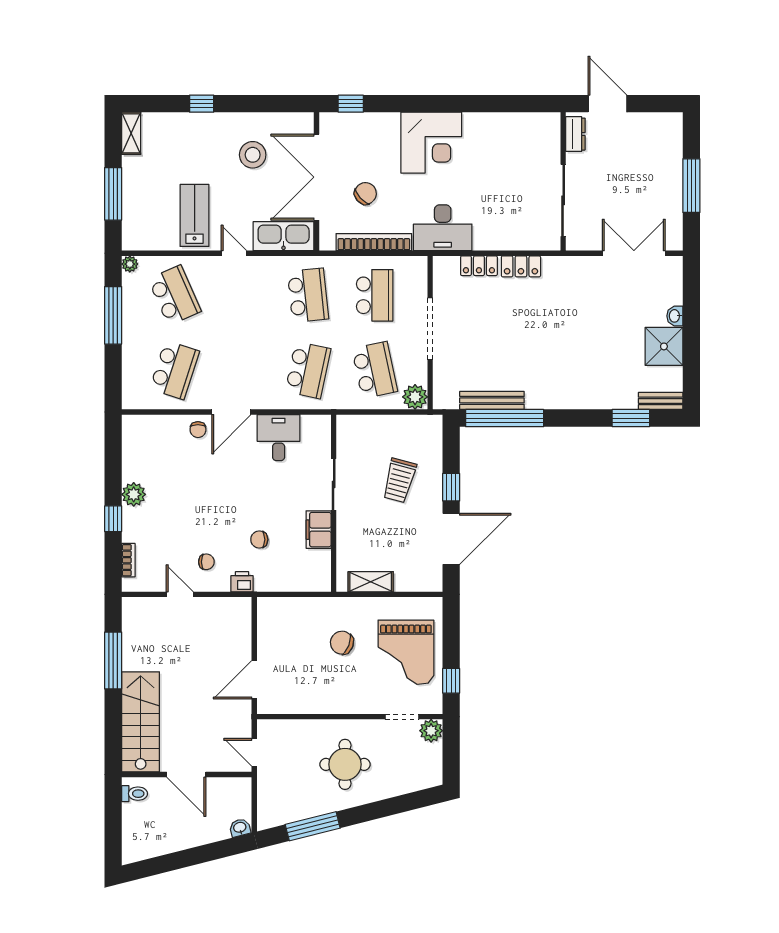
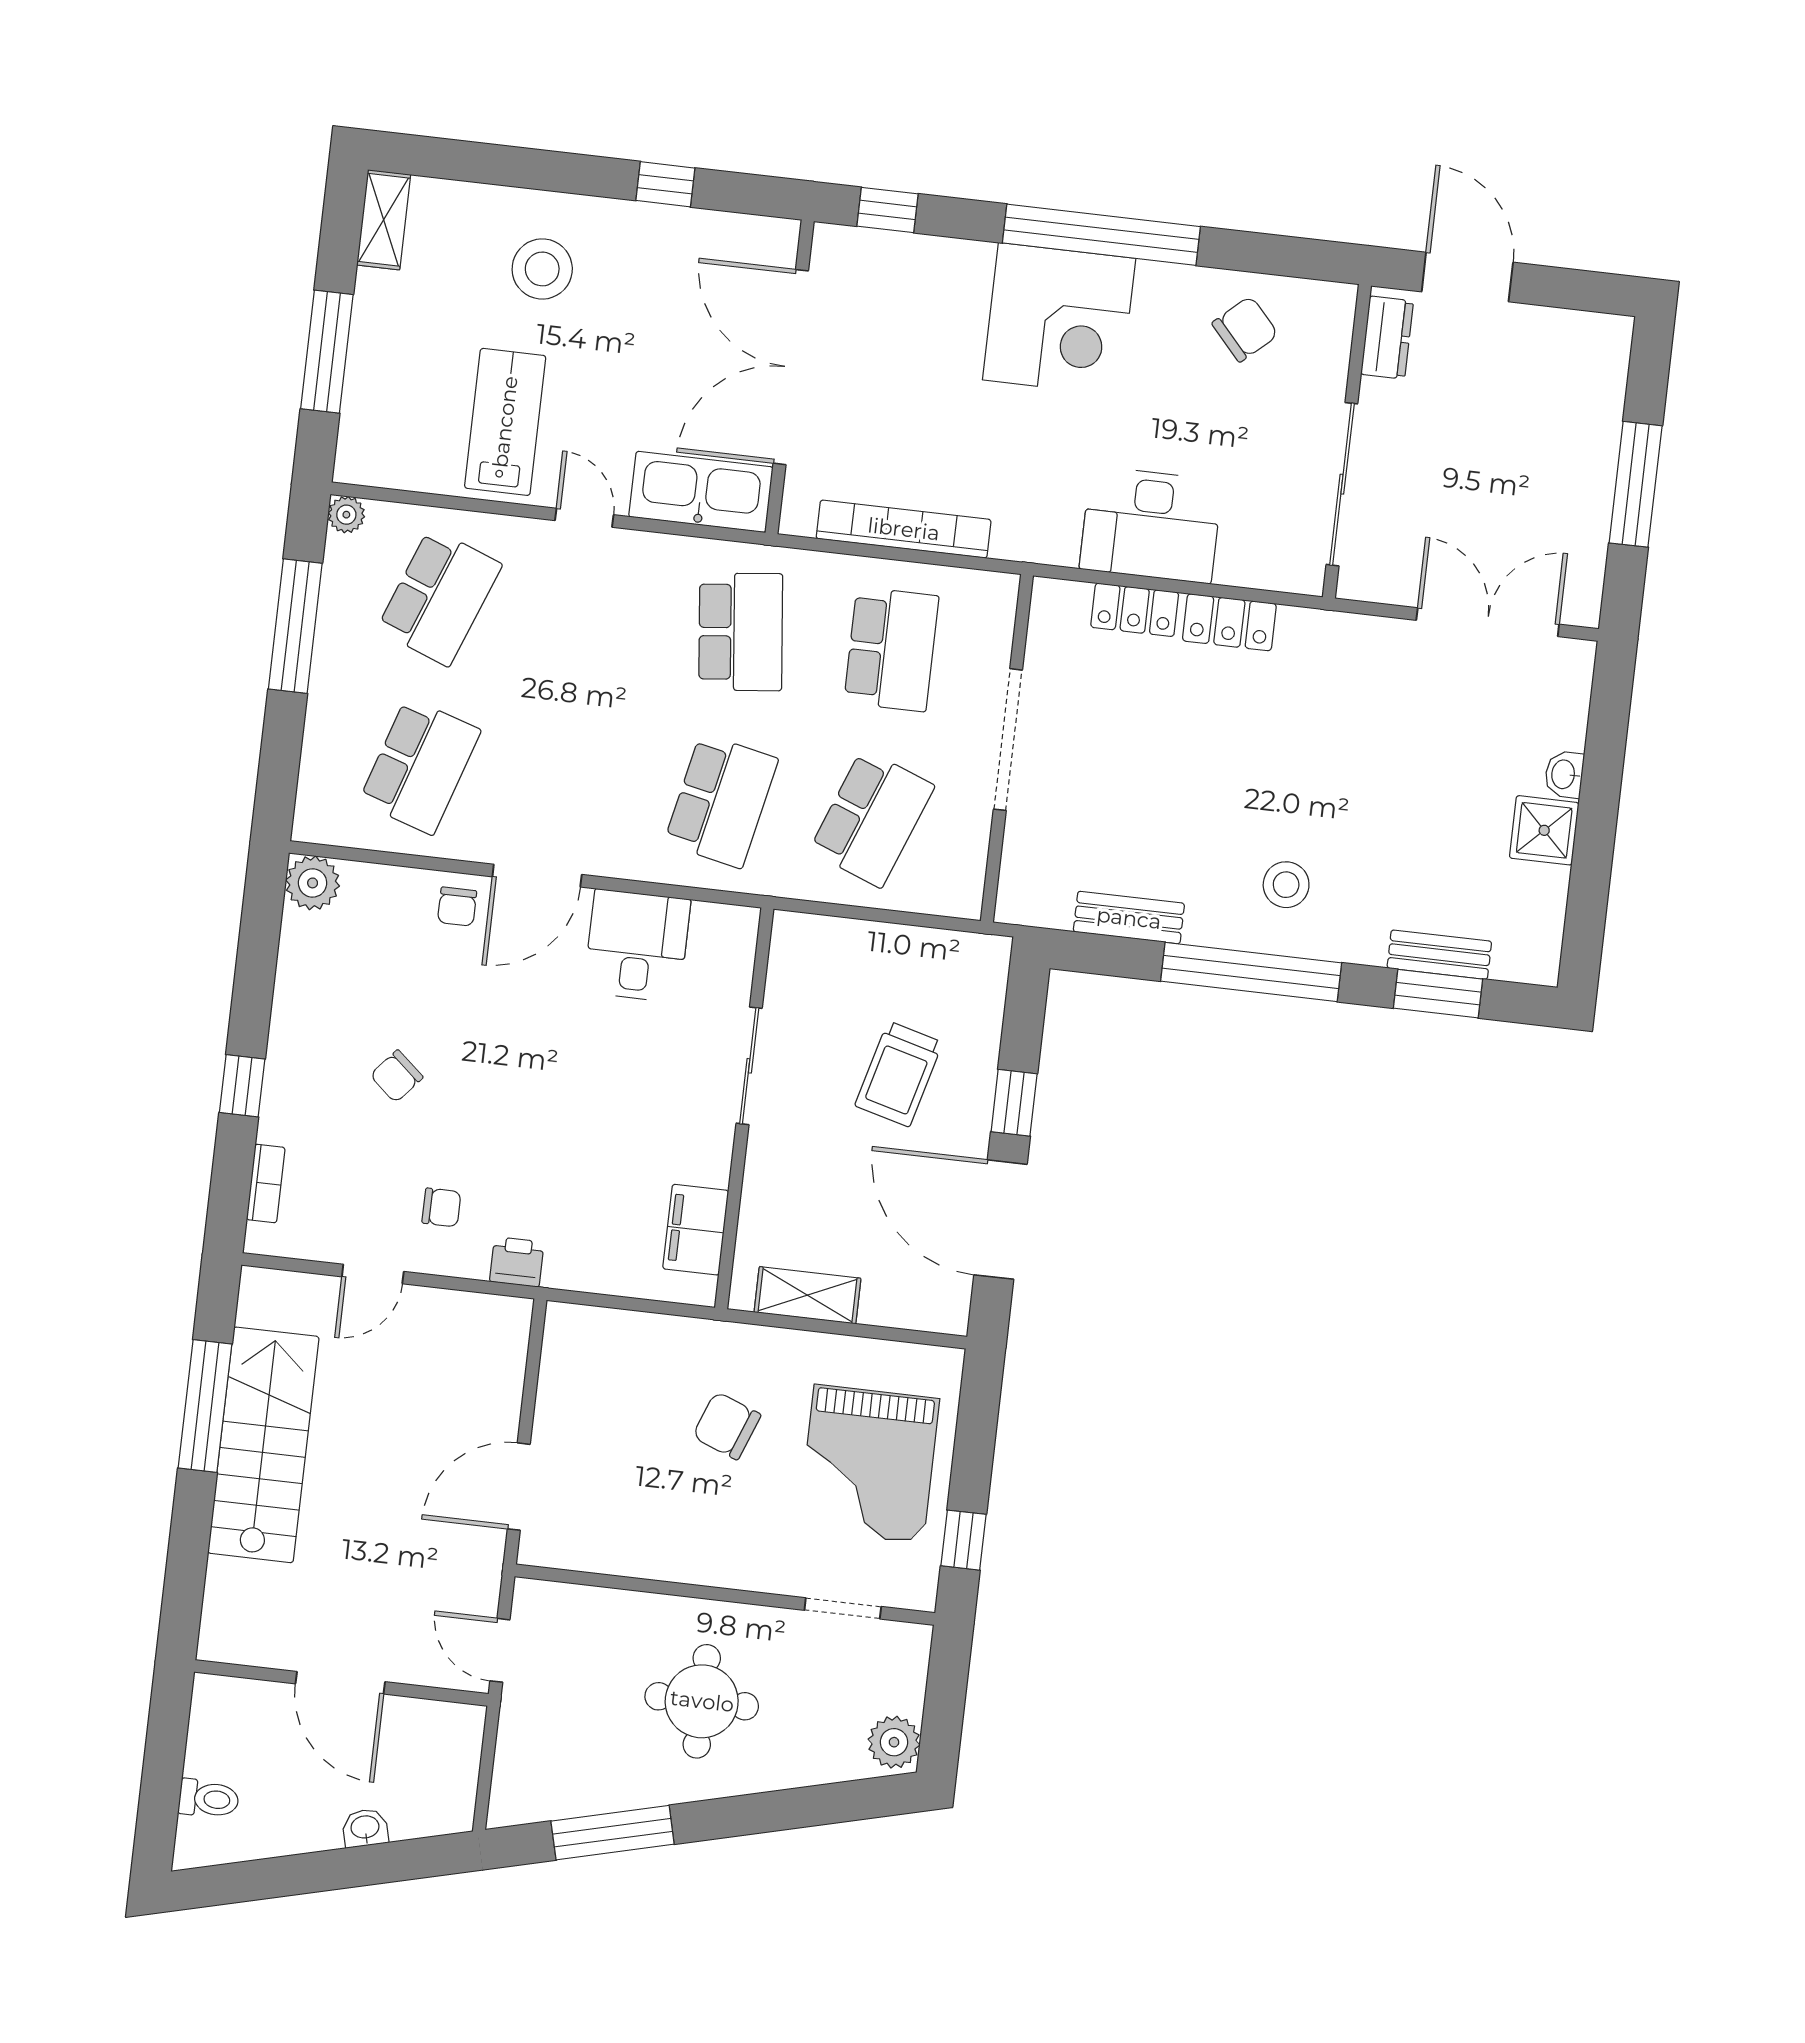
window: (202, 104) -> (665, 184), moved
window: (445, 104) -> (1101, 235), added
stool: (253, 155) -> (542, 269), moved
chair: (365, 193) -> (1245, 329), moved
desk: (443, 228) -> (1151, 525), moved
school desk: (175, 295) -> (439, 597), turned 45
shower: (664, 346) -> (1544, 830), width x0.73, depth x0.73
school desk: (375, 370) -> (872, 818), turned 33
stool: (559, 378) -> (1286, 885), added
plant: (415, 397) -> (956, 889), removed
bench: (492, 400) -> (1129, 918), width x0.73
bench: (661, 401) -> (1439, 955), moved
window: (505, 418) -> (1251, 972), moved
plant: (134, 494) -> (313, 883), moved
filing cabinet: (319, 530) -> (696, 1230), moved
door: (451, 539) -> (1001, 1220), swing flipped
chair: (259, 540) -> (397, 1076), moved, turned -49
door: (180, 594) -> (373, 1274), swing flipped
stairs: (141, 722) -> (263, 1445), moved
plant: (431, 731) -> (894, 1742), moved
toilet: (135, 794) -> (209, 1799), moved
washbasin: (240, 828) -> (365, 1828), moved

